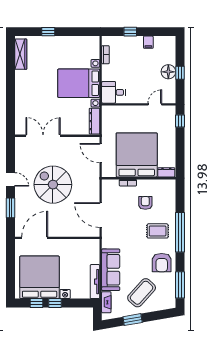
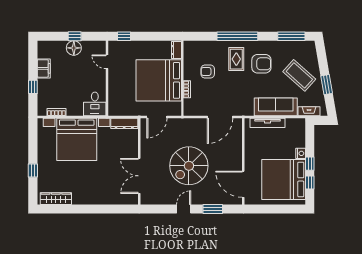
filing cabinet: (148, 42) -> (44, 68), width x2.00
bed with nightstands: (79, 83) -> (77, 139), width x1.36
armchair: (162, 263) -> (261, 64), moved
tv unit: (95, 282) -> (267, 123), moved

